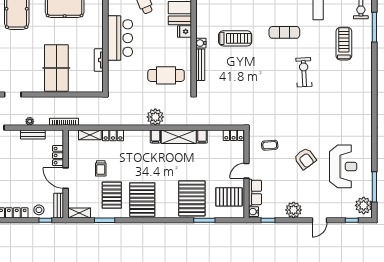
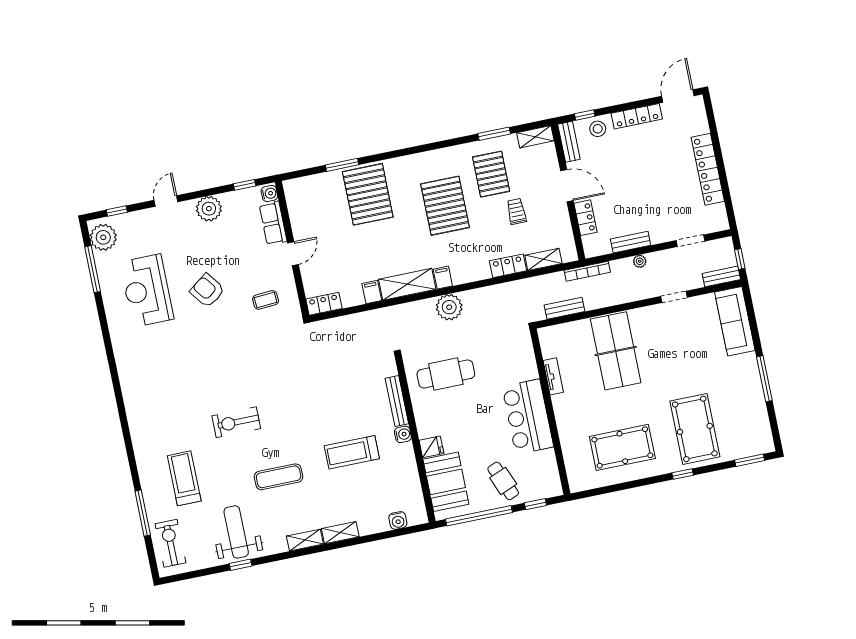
treadmill: (344, 44) -> (184, 478), turned 180
exercise bike: (304, 72) -> (236, 422), turned 93
bench: (83, 101) -> (564, 308), added
pallet: (229, 197) -> (312, 208), removed
pallet: (142, 200) -> (445, 206), moved

